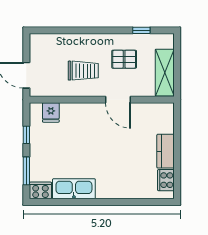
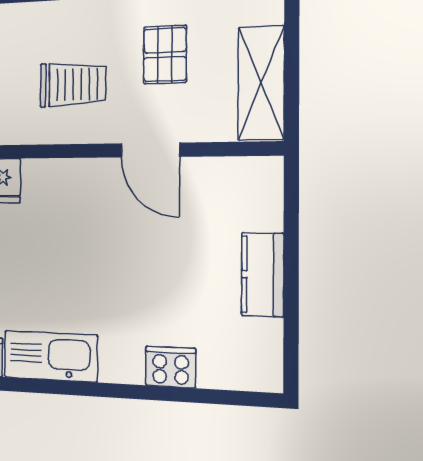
pallet: (124, 59) -> (165, 55), turned 90
cooker: (166, 180) -> (171, 367), moved, turned 90

